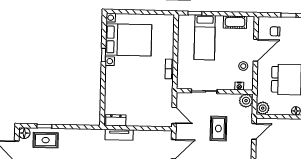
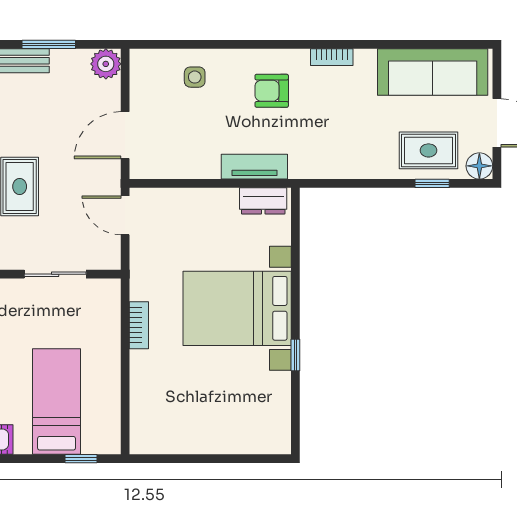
bed with nightstands: (128, 40) -> (237, 308), moved

